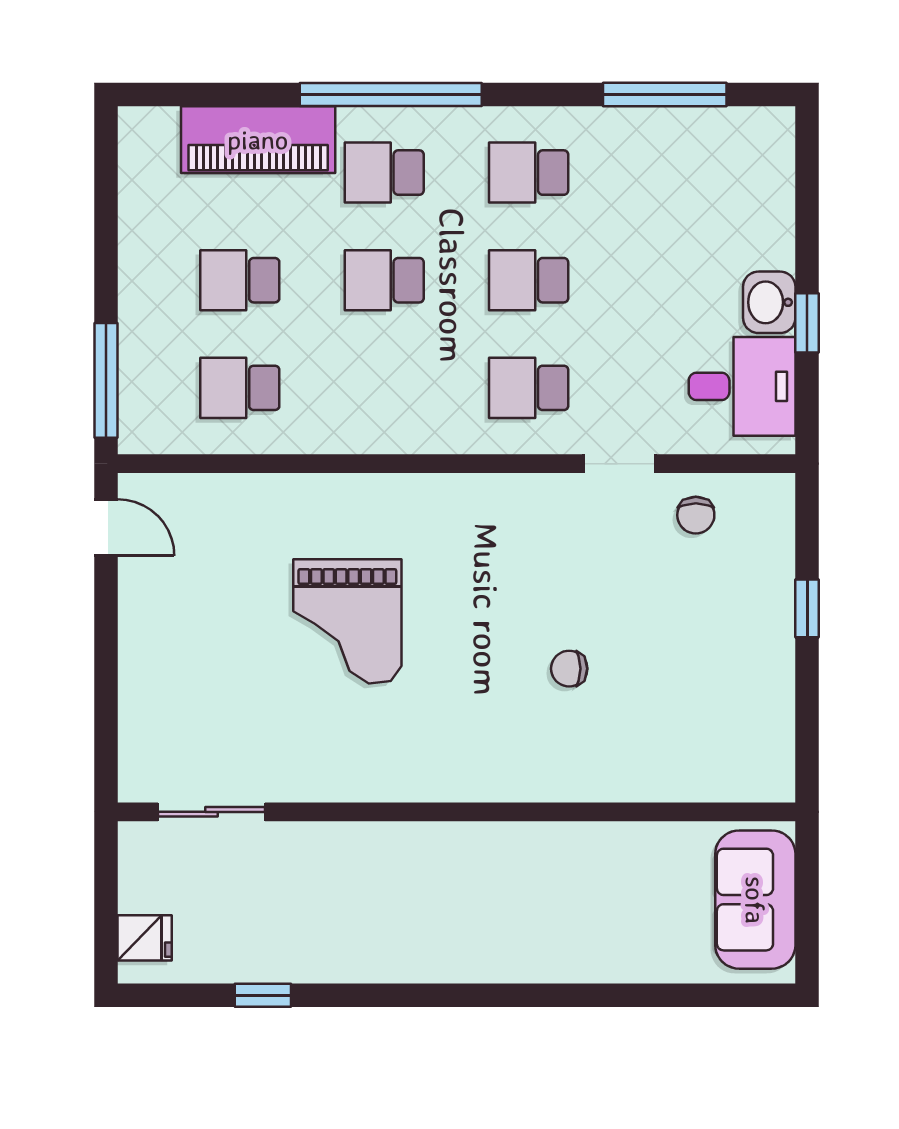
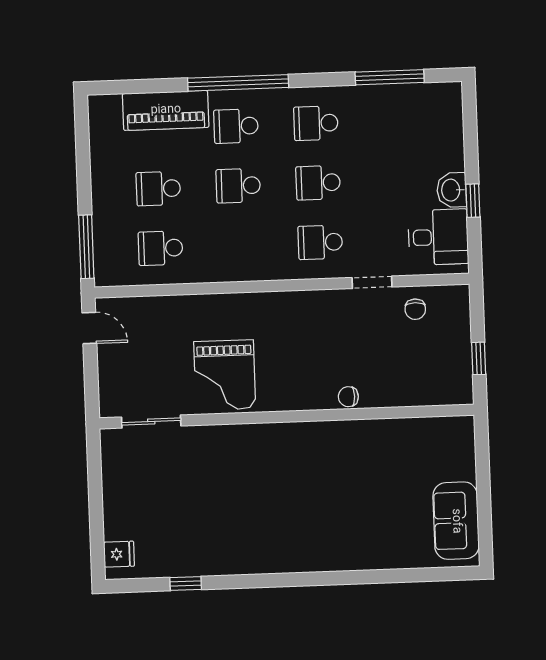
sliding door: (211, 812) -> (151, 422), moved
wall: (456, 812) -> (287, 417), moved

